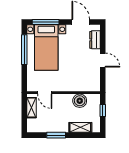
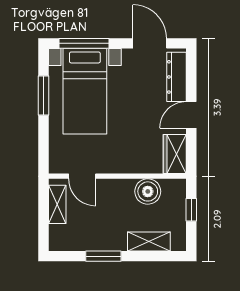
dresser: (95, 40) -> (176, 77), width x1.44
window: (24, 50) -> (44, 95), width x0.69
door: (103, 60) -> (191, 115), swing flipped
wardrobe: (94, 81) -> (175, 154), added

